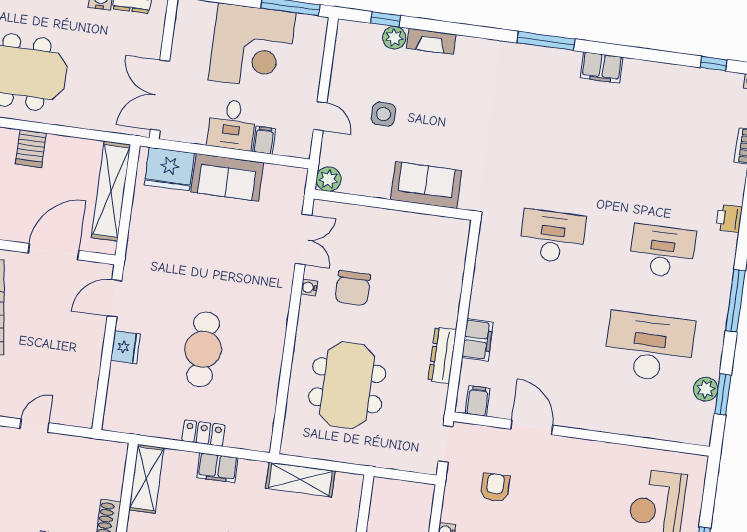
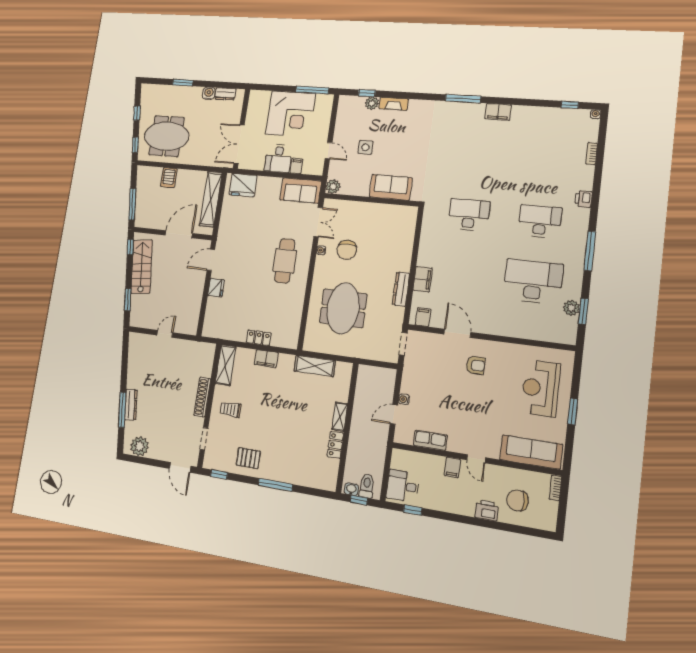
sofa: (227, 177) -> (301, 191), moved
cafe table: (203, 349) -> (285, 261), moved
armchair: (495, 488) -> (476, 365), moved, turned 90

